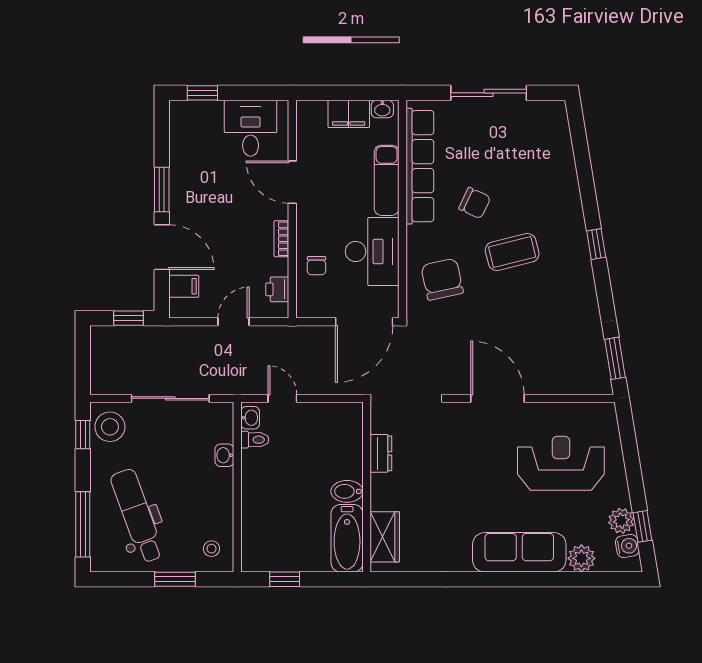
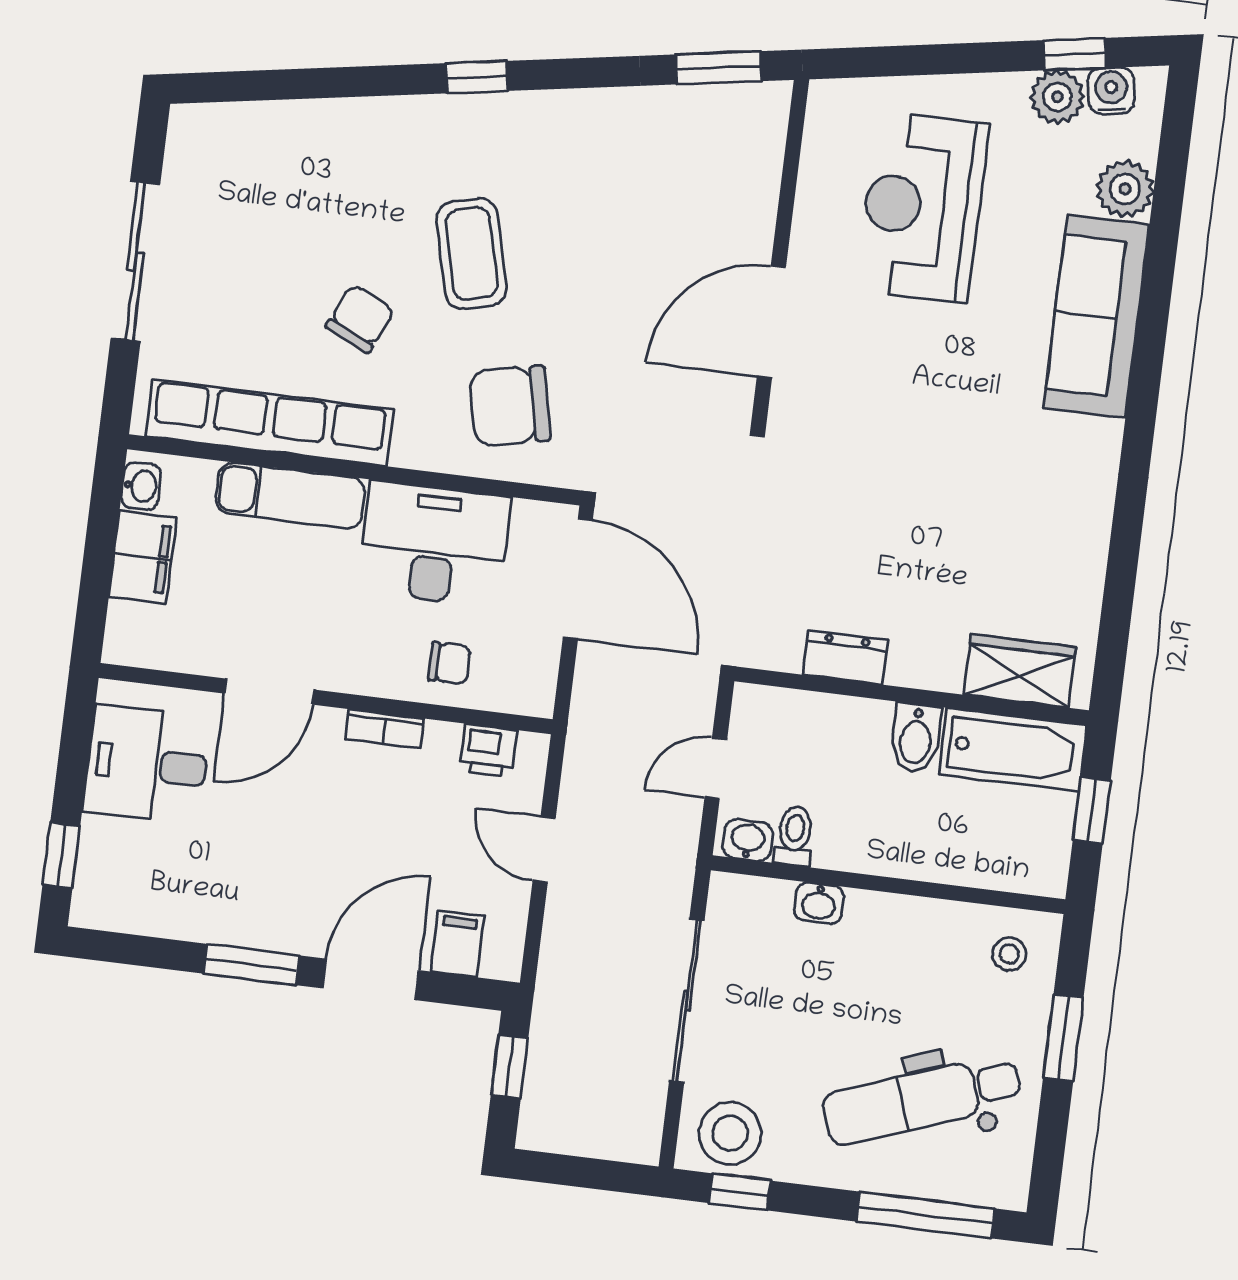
dresser: (381, 453) -> (845, 657), moved
wall: (367, 487) -> (912, 696), moved
bidet: (347, 491) -> (916, 738), moved
wardrobe: (385, 537) -> (1020, 671), moved
bathtub: (347, 538) -> (1013, 750), moved

